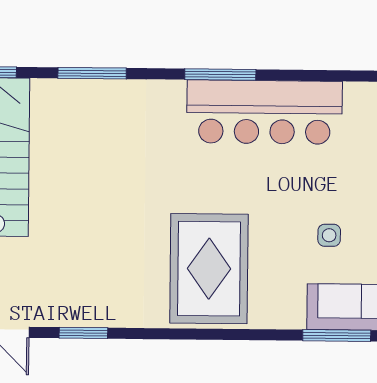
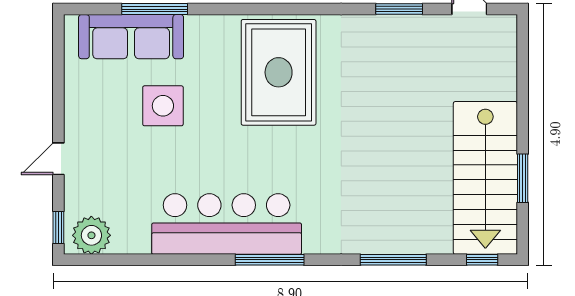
side table: (329, 235) -> (163, 106), width x1.87, depth x1.87

